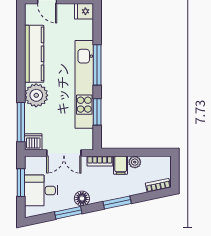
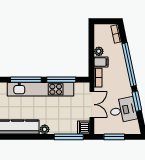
plant: (36, 95) -> (45, 129), width x0.53, depth x0.53
window: (97, 112) -> (61, 80), width x1.44
desk: (41, 190) -> (123, 110), moved, turned -102
floor lamp: (82, 198) -> (126, 91), removed
window: (117, 203) -> (129, 65), width x2.11

